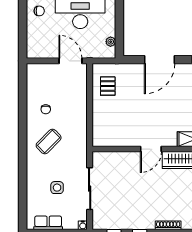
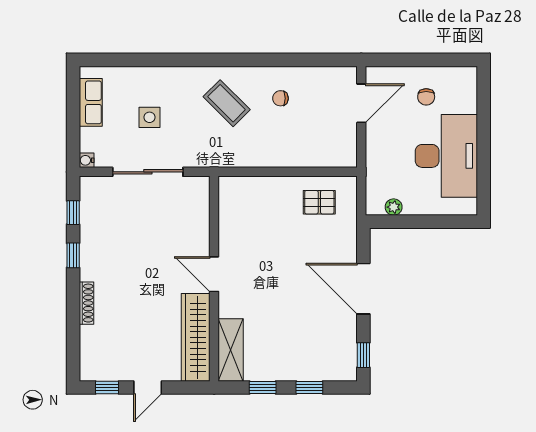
chair: (39, 11) -> (426, 97), moved
door: (70, 61) -> (361, 103), moved

